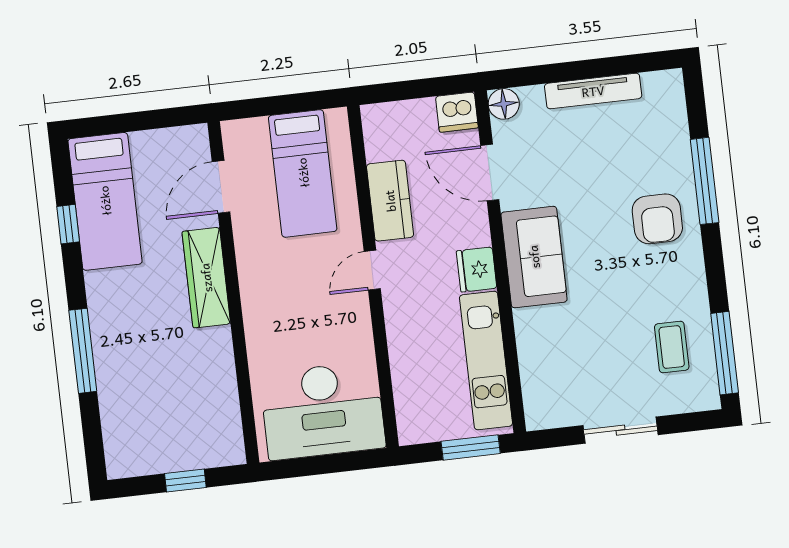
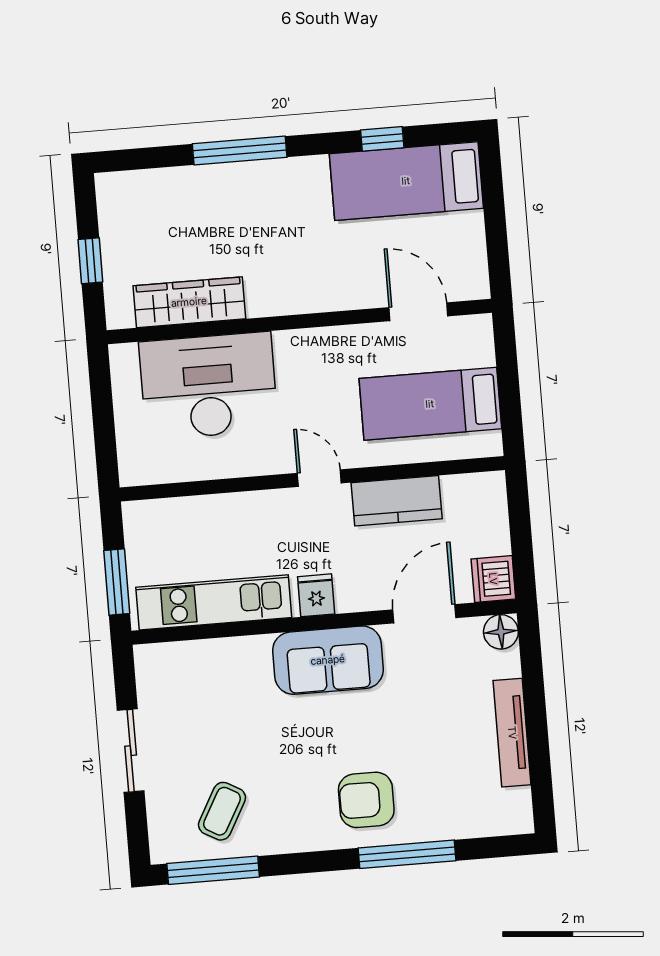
fridge: (477, 270) -> (316, 595), width x0.72
wardrobe: (206, 278) -> (189, 302), moved
coffee table: (672, 347) -> (222, 811), turned -61
desk: (323, 411) -> (208, 386), moved, turned 90

